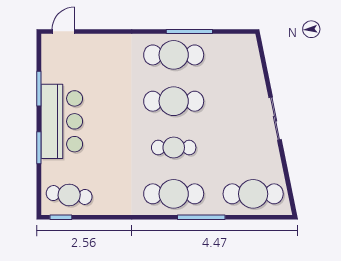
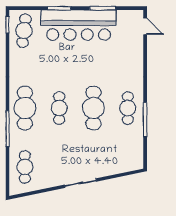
cafe table: (174, 55) -> (128, 108), width x0.73, depth x0.74
bar counter: (62, 121) -> (79, 25), width x1.36
cafe table: (253, 194) -> (25, 167), width x0.73, depth x0.74

